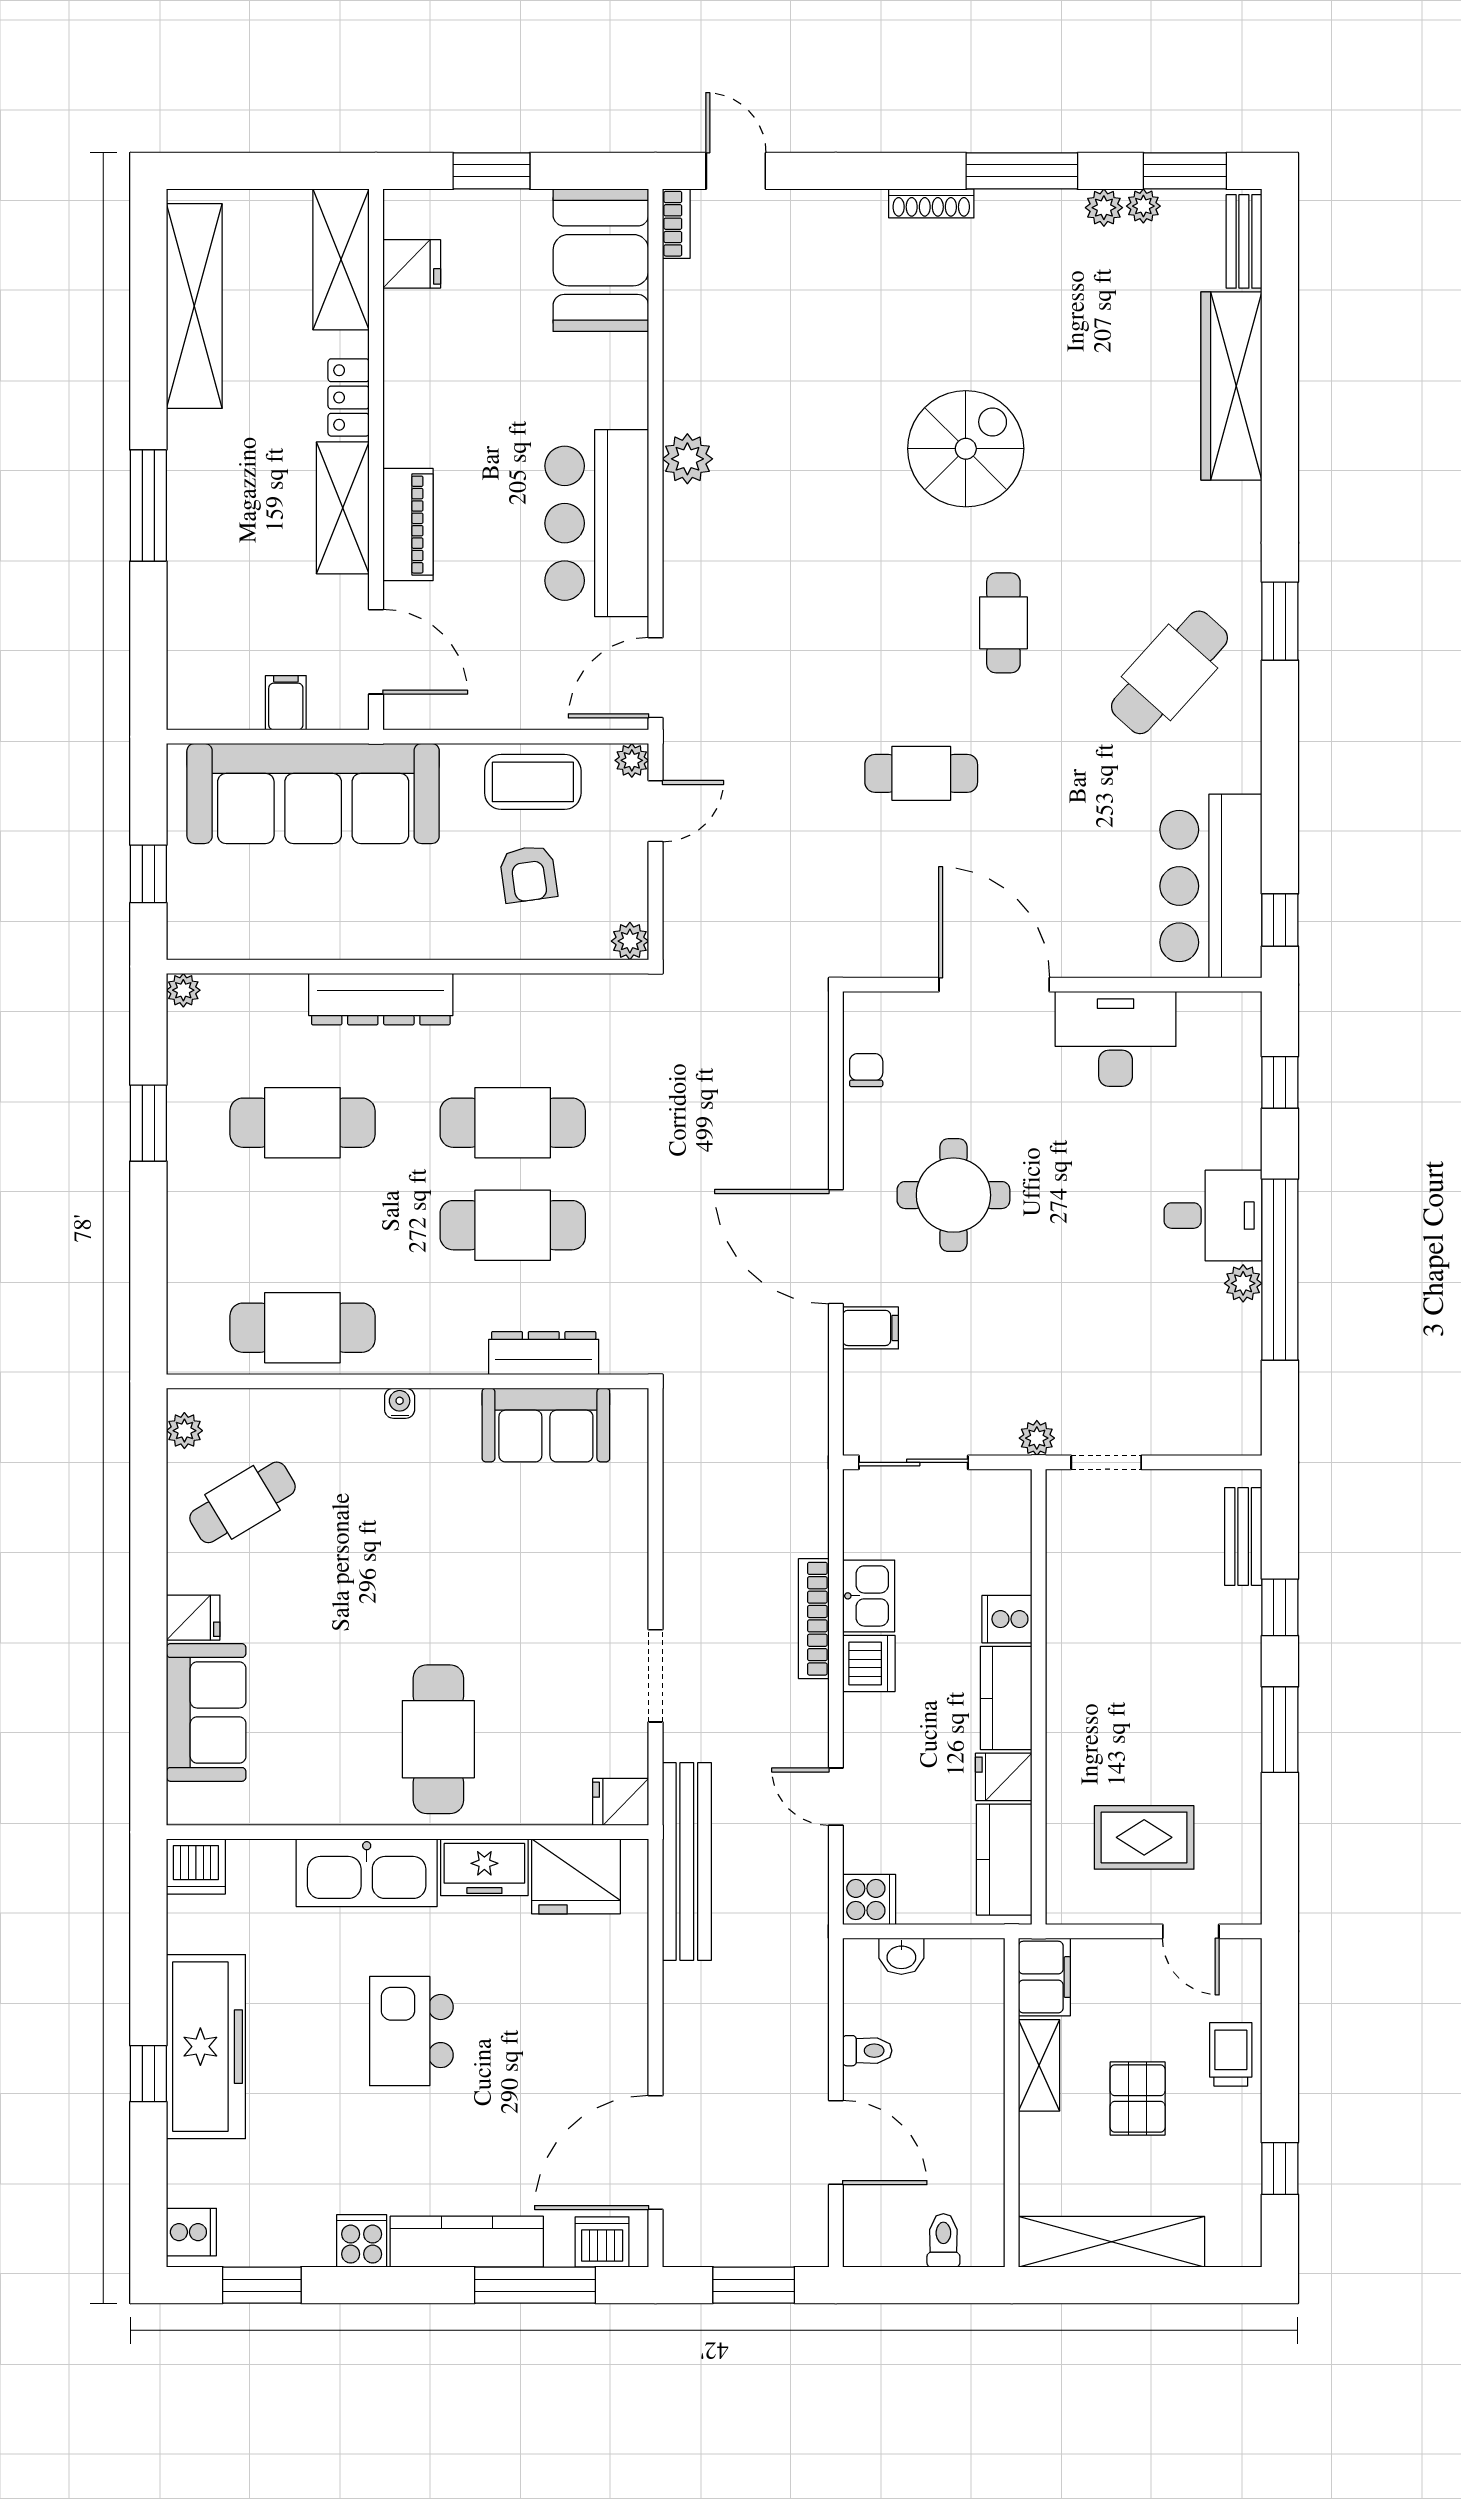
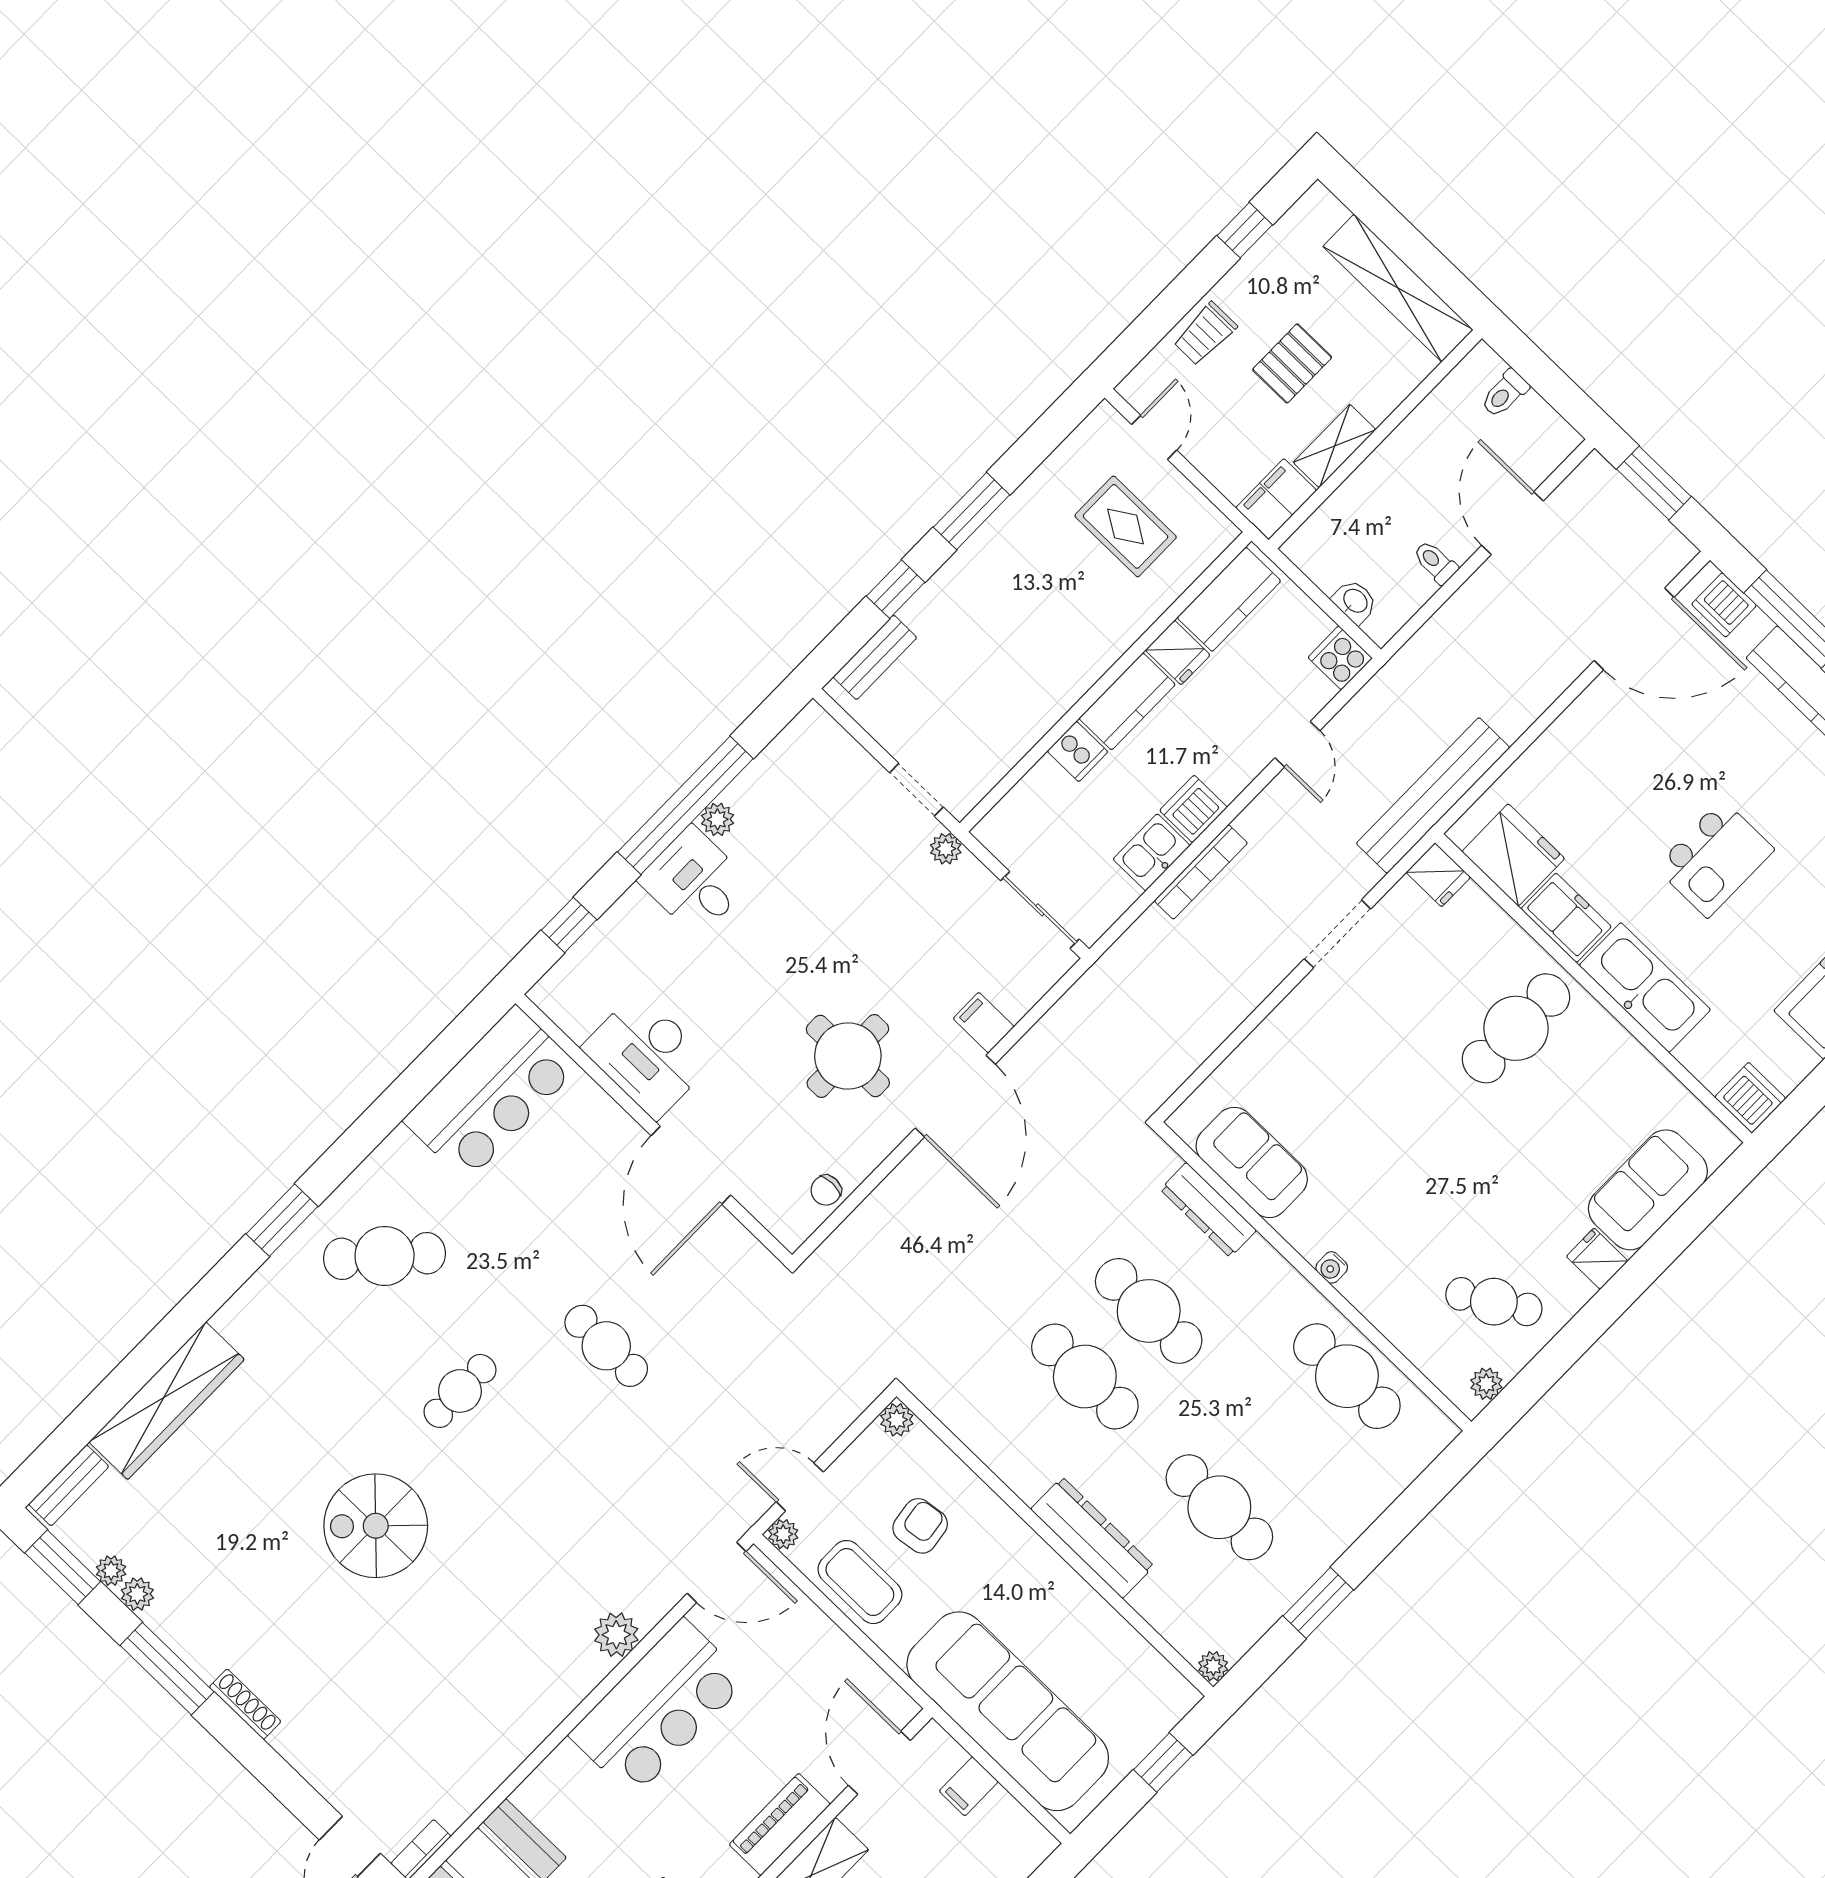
plant: (687, 459) -> (616, 1635), moved
window: (1280, 920) -> (468, 1029), removed

